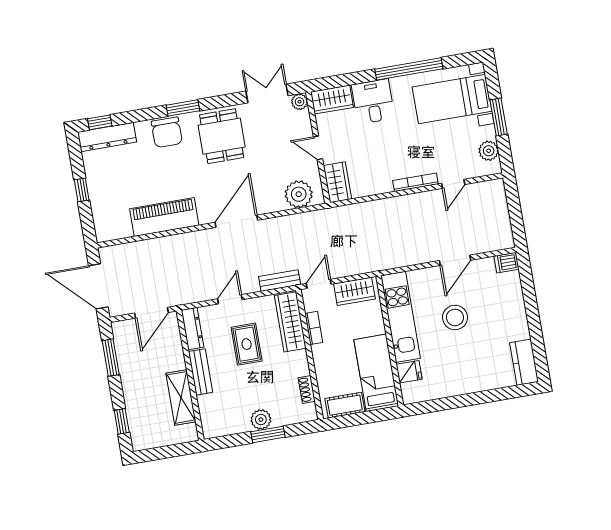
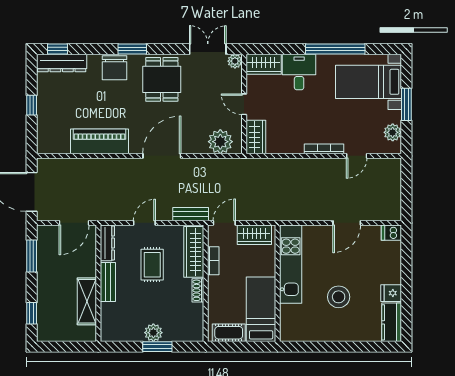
stool: (455, 317) -> (339, 297), moved
fridge: (409, 372) -> (391, 293), moved, turned 180
shoe rack: (307, 389) -> (198, 290), moved

